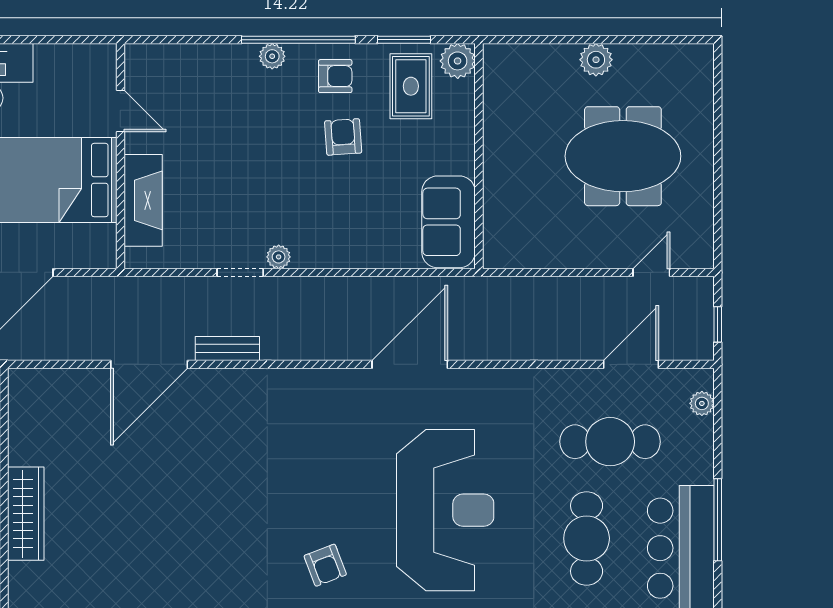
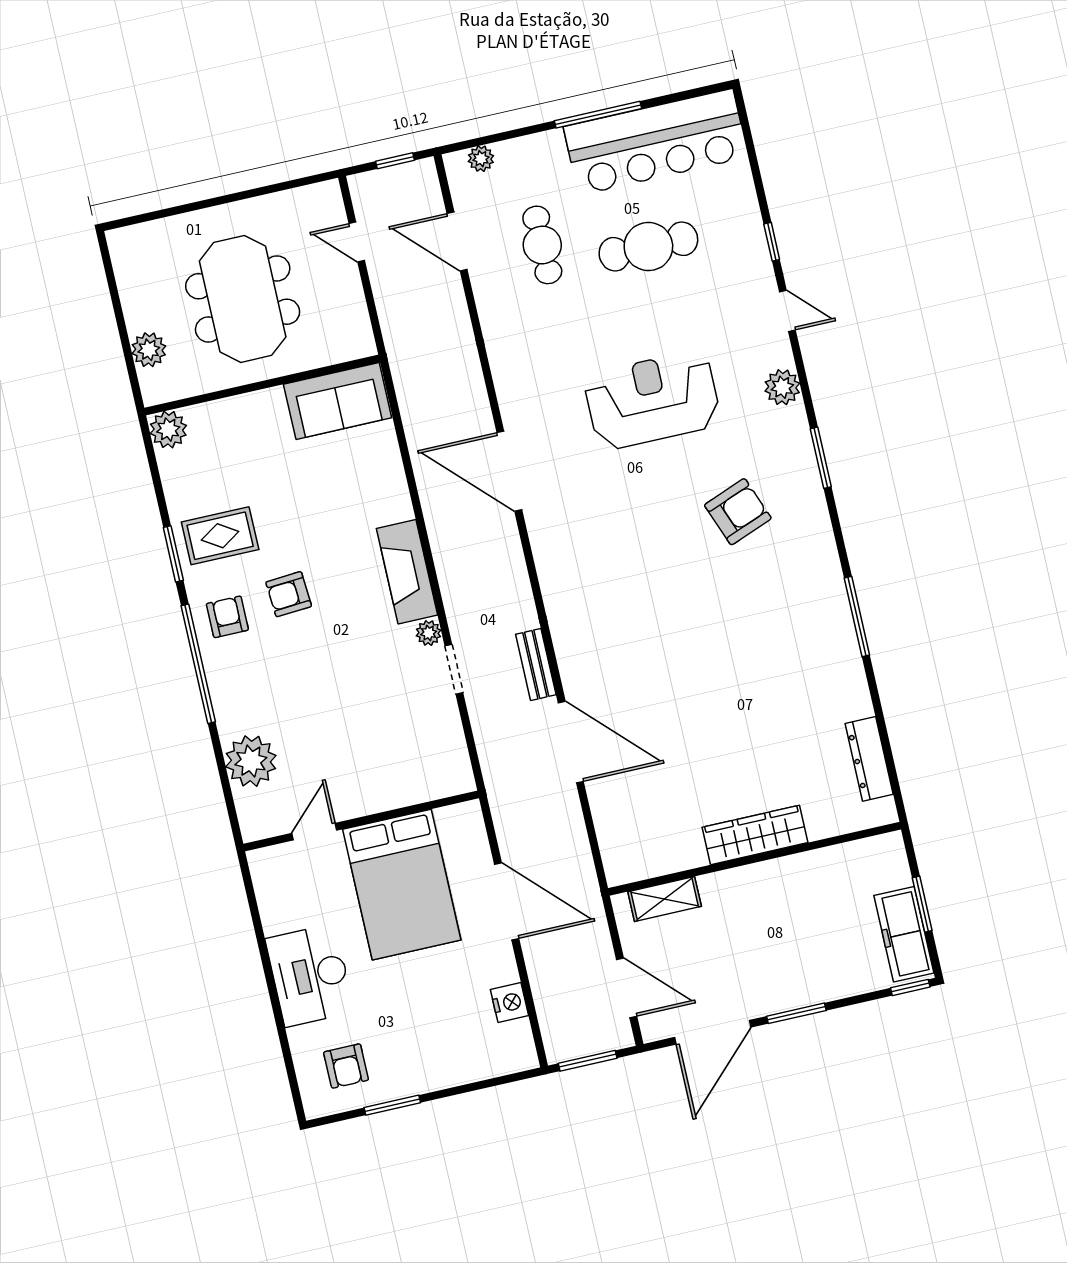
plant: (272, 56) -> (251, 761), moved, width x1.87, depth x1.87
plant: (458, 61) -> (168, 430), moved
wall: (479, 156) -> (262, 385), moved
fireplace: (143, 200) -> (407, 572), moved, turned -90
sofa: (449, 222) -> (338, 401), moved
cafe table: (610, 442) -> (542, 245), width x0.73, depth x0.74
reception desk: (445, 510) -> (652, 400), width x0.74, depth x0.77
armchair: (325, 565) -> (738, 512), width x1.38, depth x1.38

